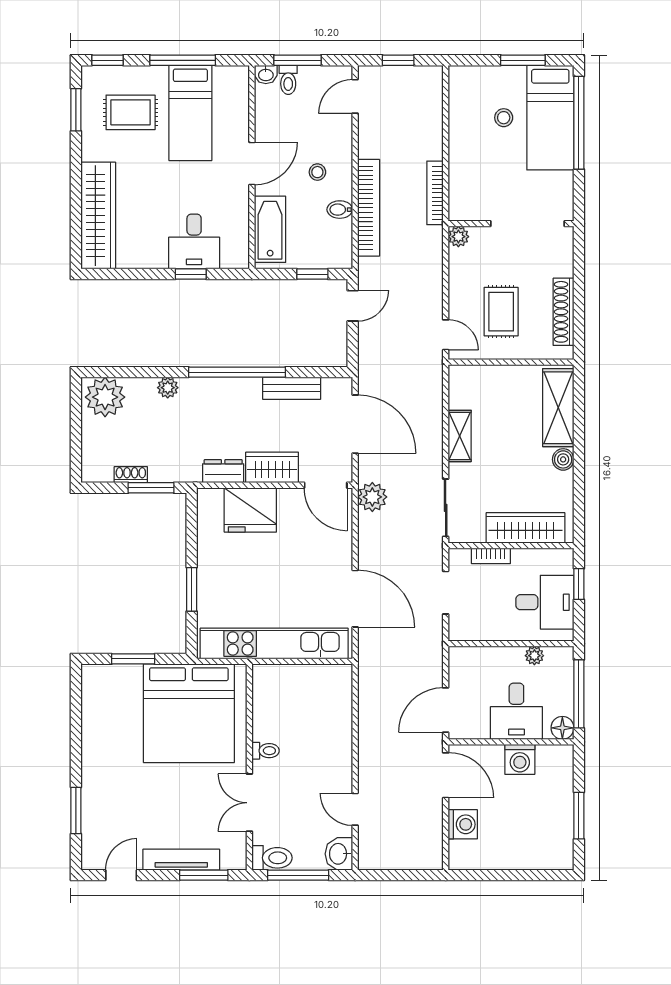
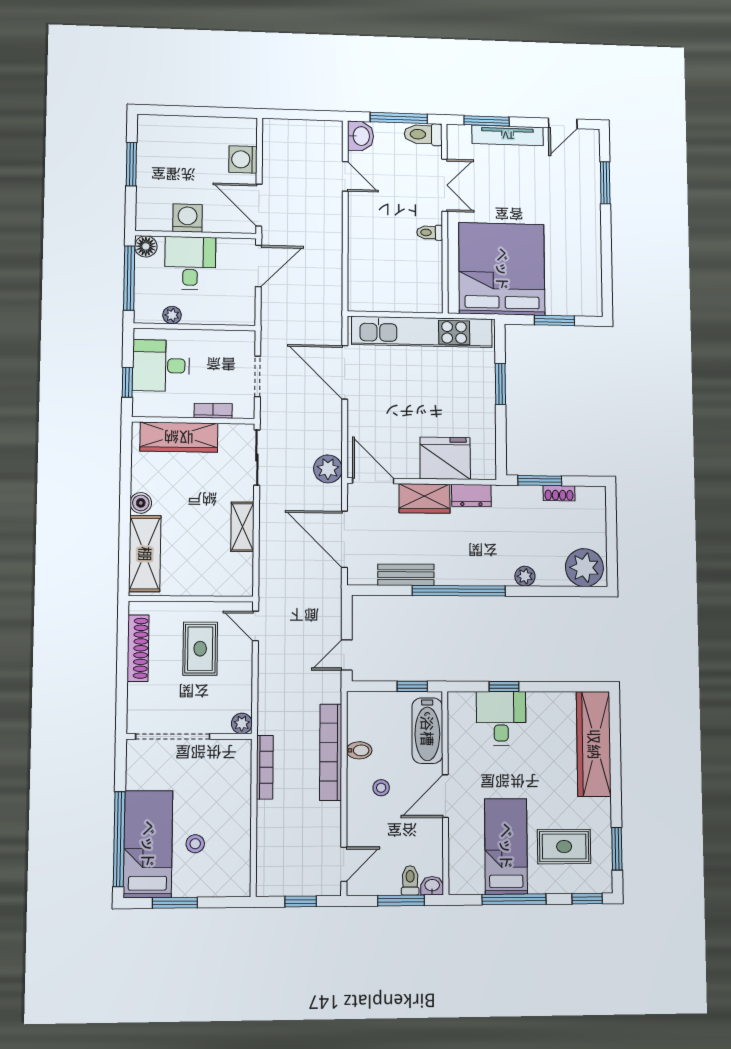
window: (312, 274) -> (412, 686), moved

